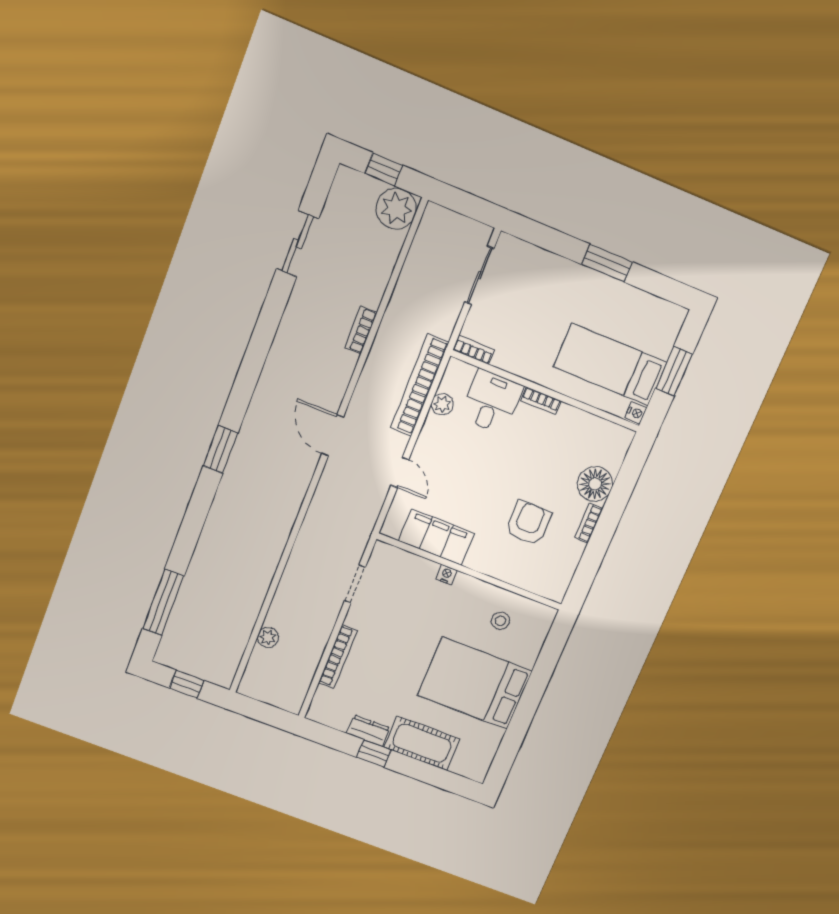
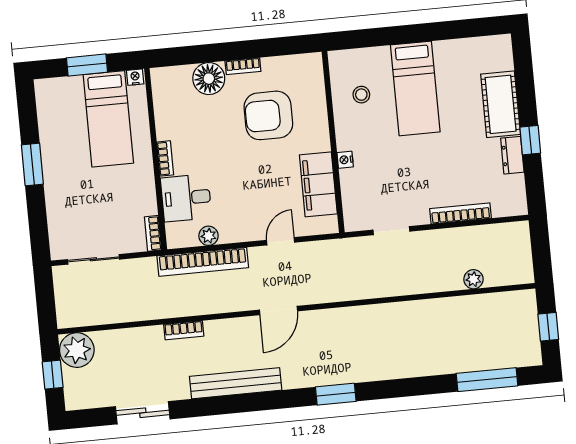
bench: (281, 355) -> (236, 383), added
armchair: (528, 523) -> (268, 115), width x1.36, depth x1.36
bed: (475, 683) -> (415, 88), width x0.67

